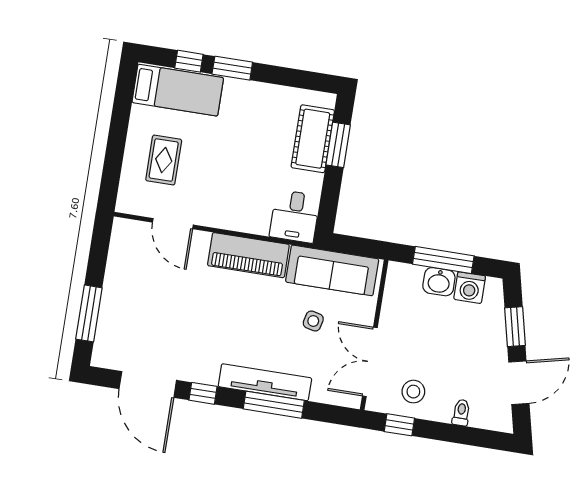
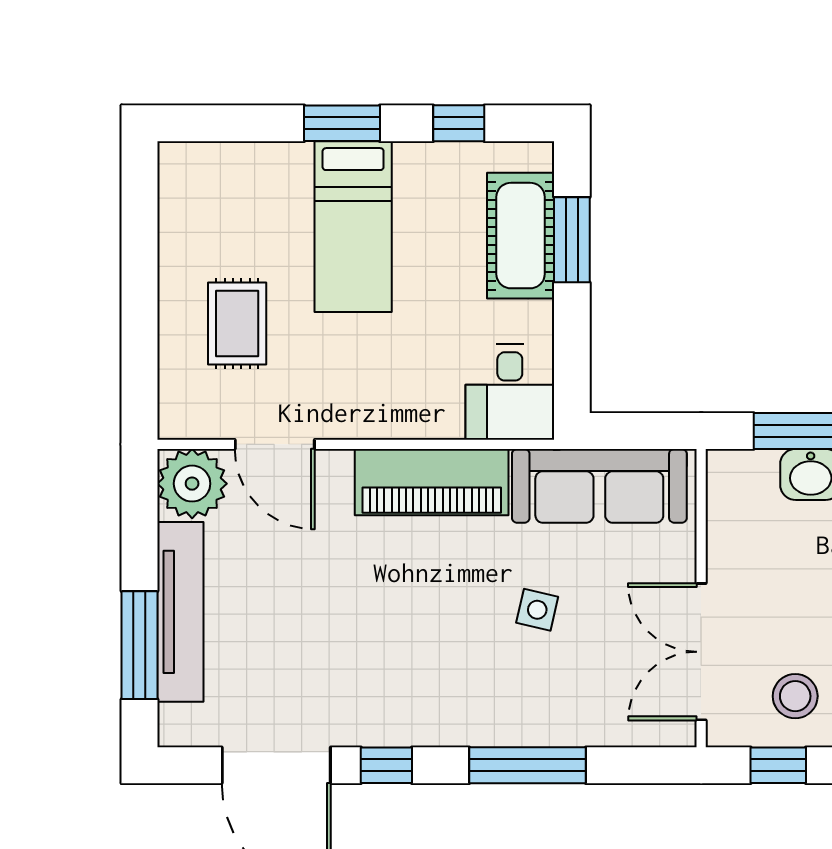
window: (189, 61) -> (459, 123), moved
bed: (178, 90) -> (353, 227), moved, turned 90
plant: (128, 237) -> (192, 484), added
side table: (313, 321) -> (537, 610), moved
tv unit: (265, 382) -> (180, 612), moved, turned 90

